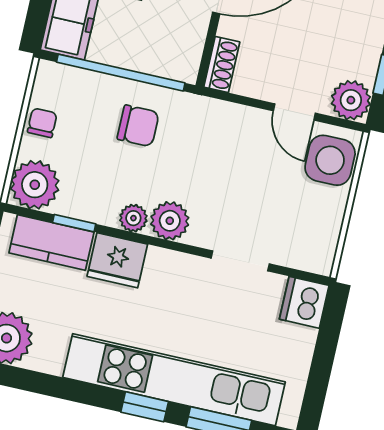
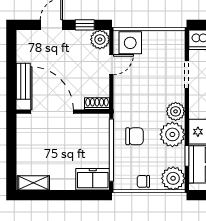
chair: (138, 126) -> (135, 136), turned 90
plant: (133, 218) -> (172, 134), width x1.88, depth x1.88

